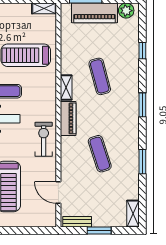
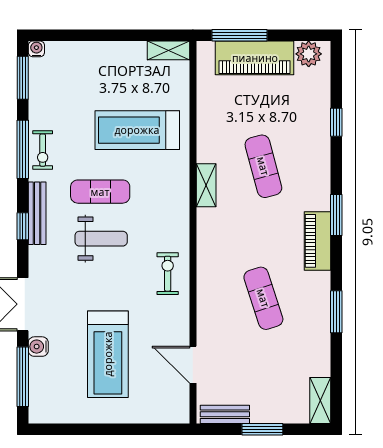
piano: (68, 118) -> (317, 241), moved, turned 180
exercise bike: (44, 139) -> (168, 274), width x0.73, depth x0.72

